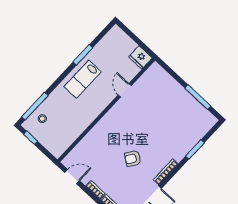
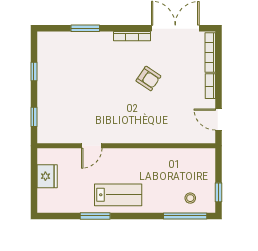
fridge: (140, 57) -> (47, 176), moved
window: (172, 73) -> (34, 117), added
window: (198, 97) -> (34, 71), width x0.46

